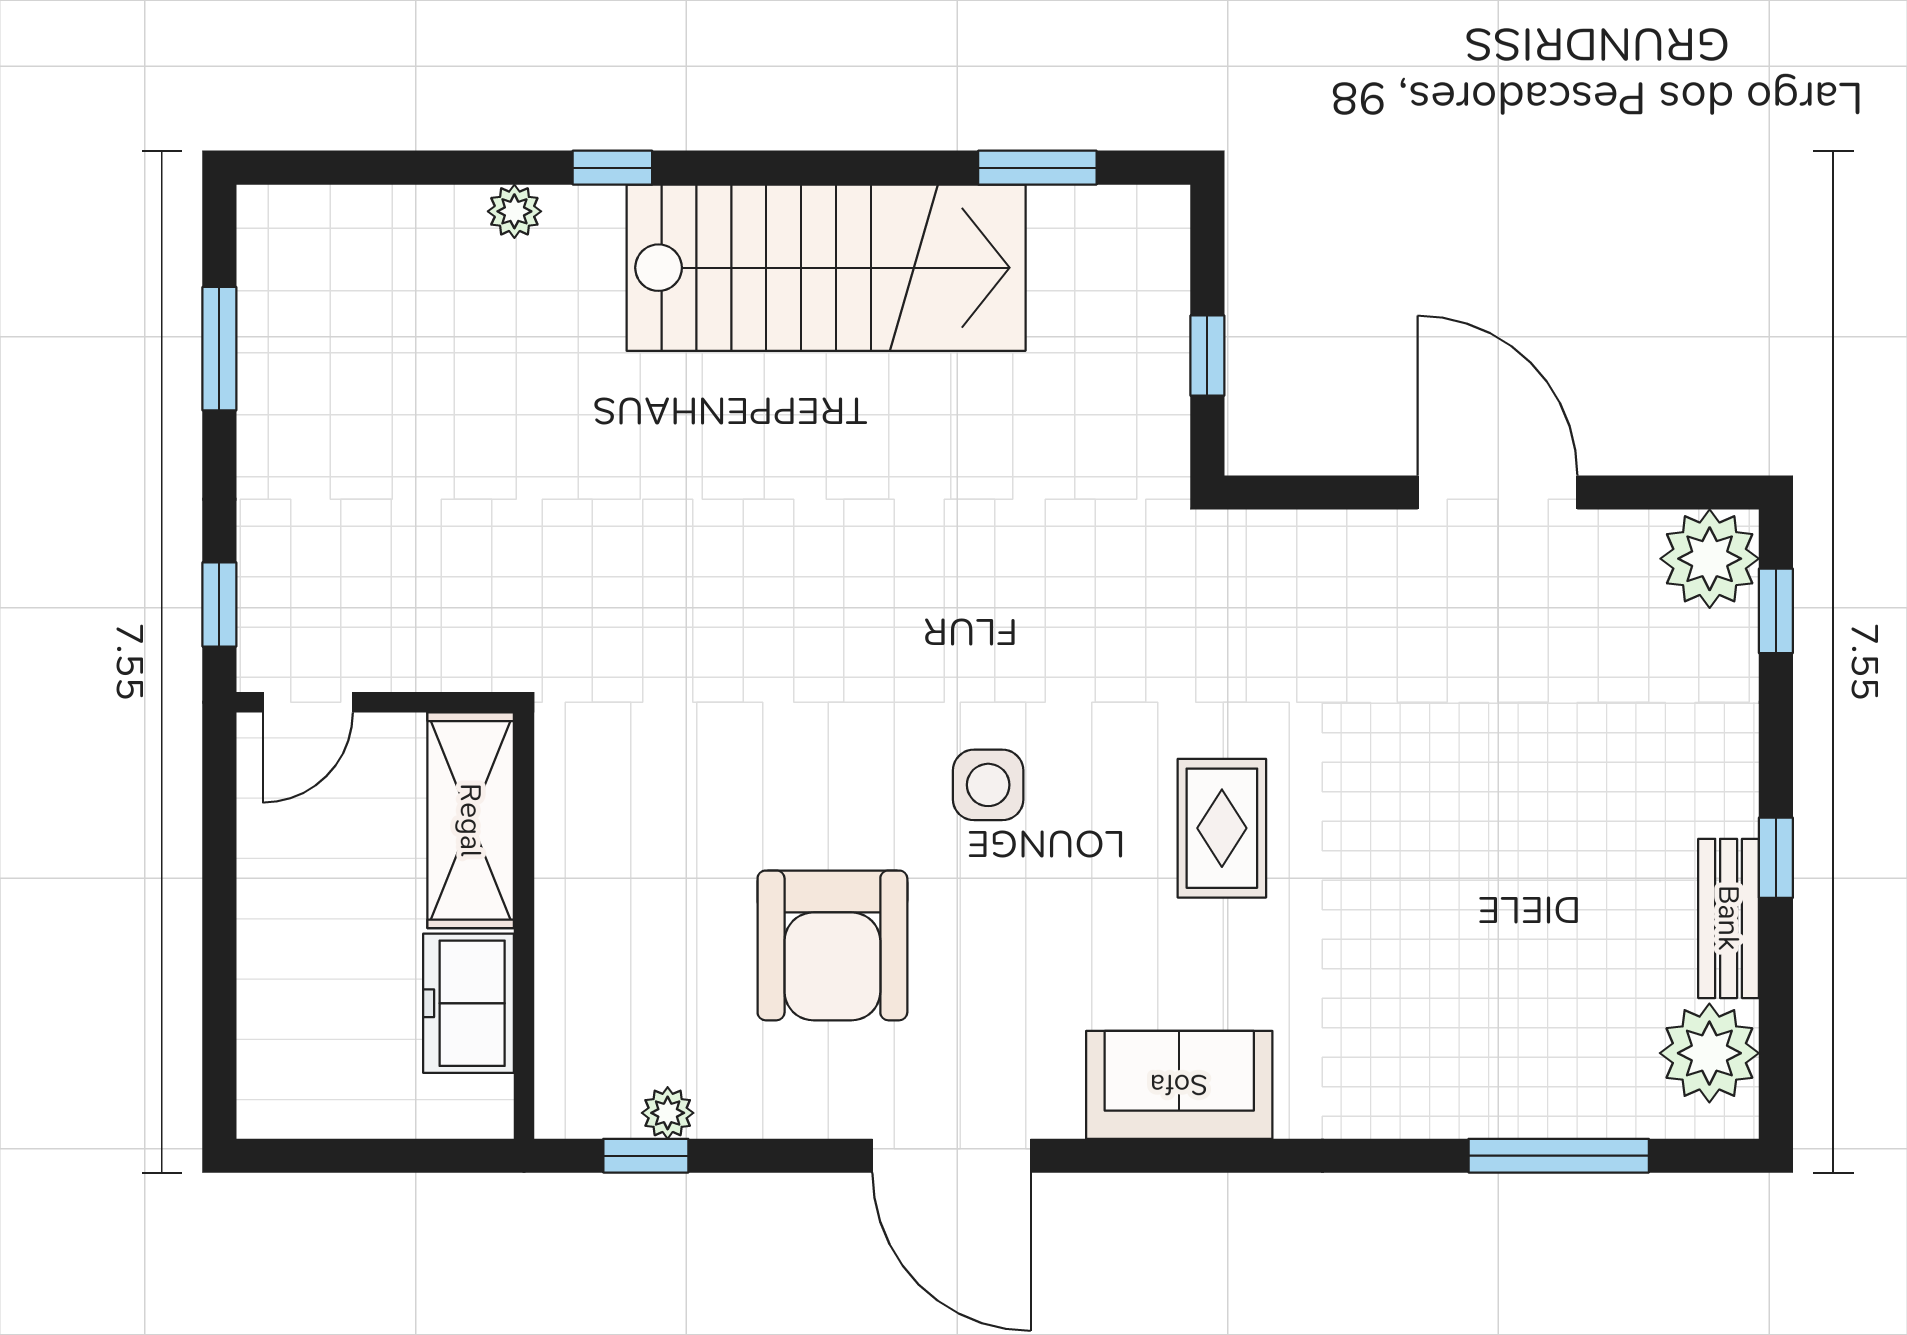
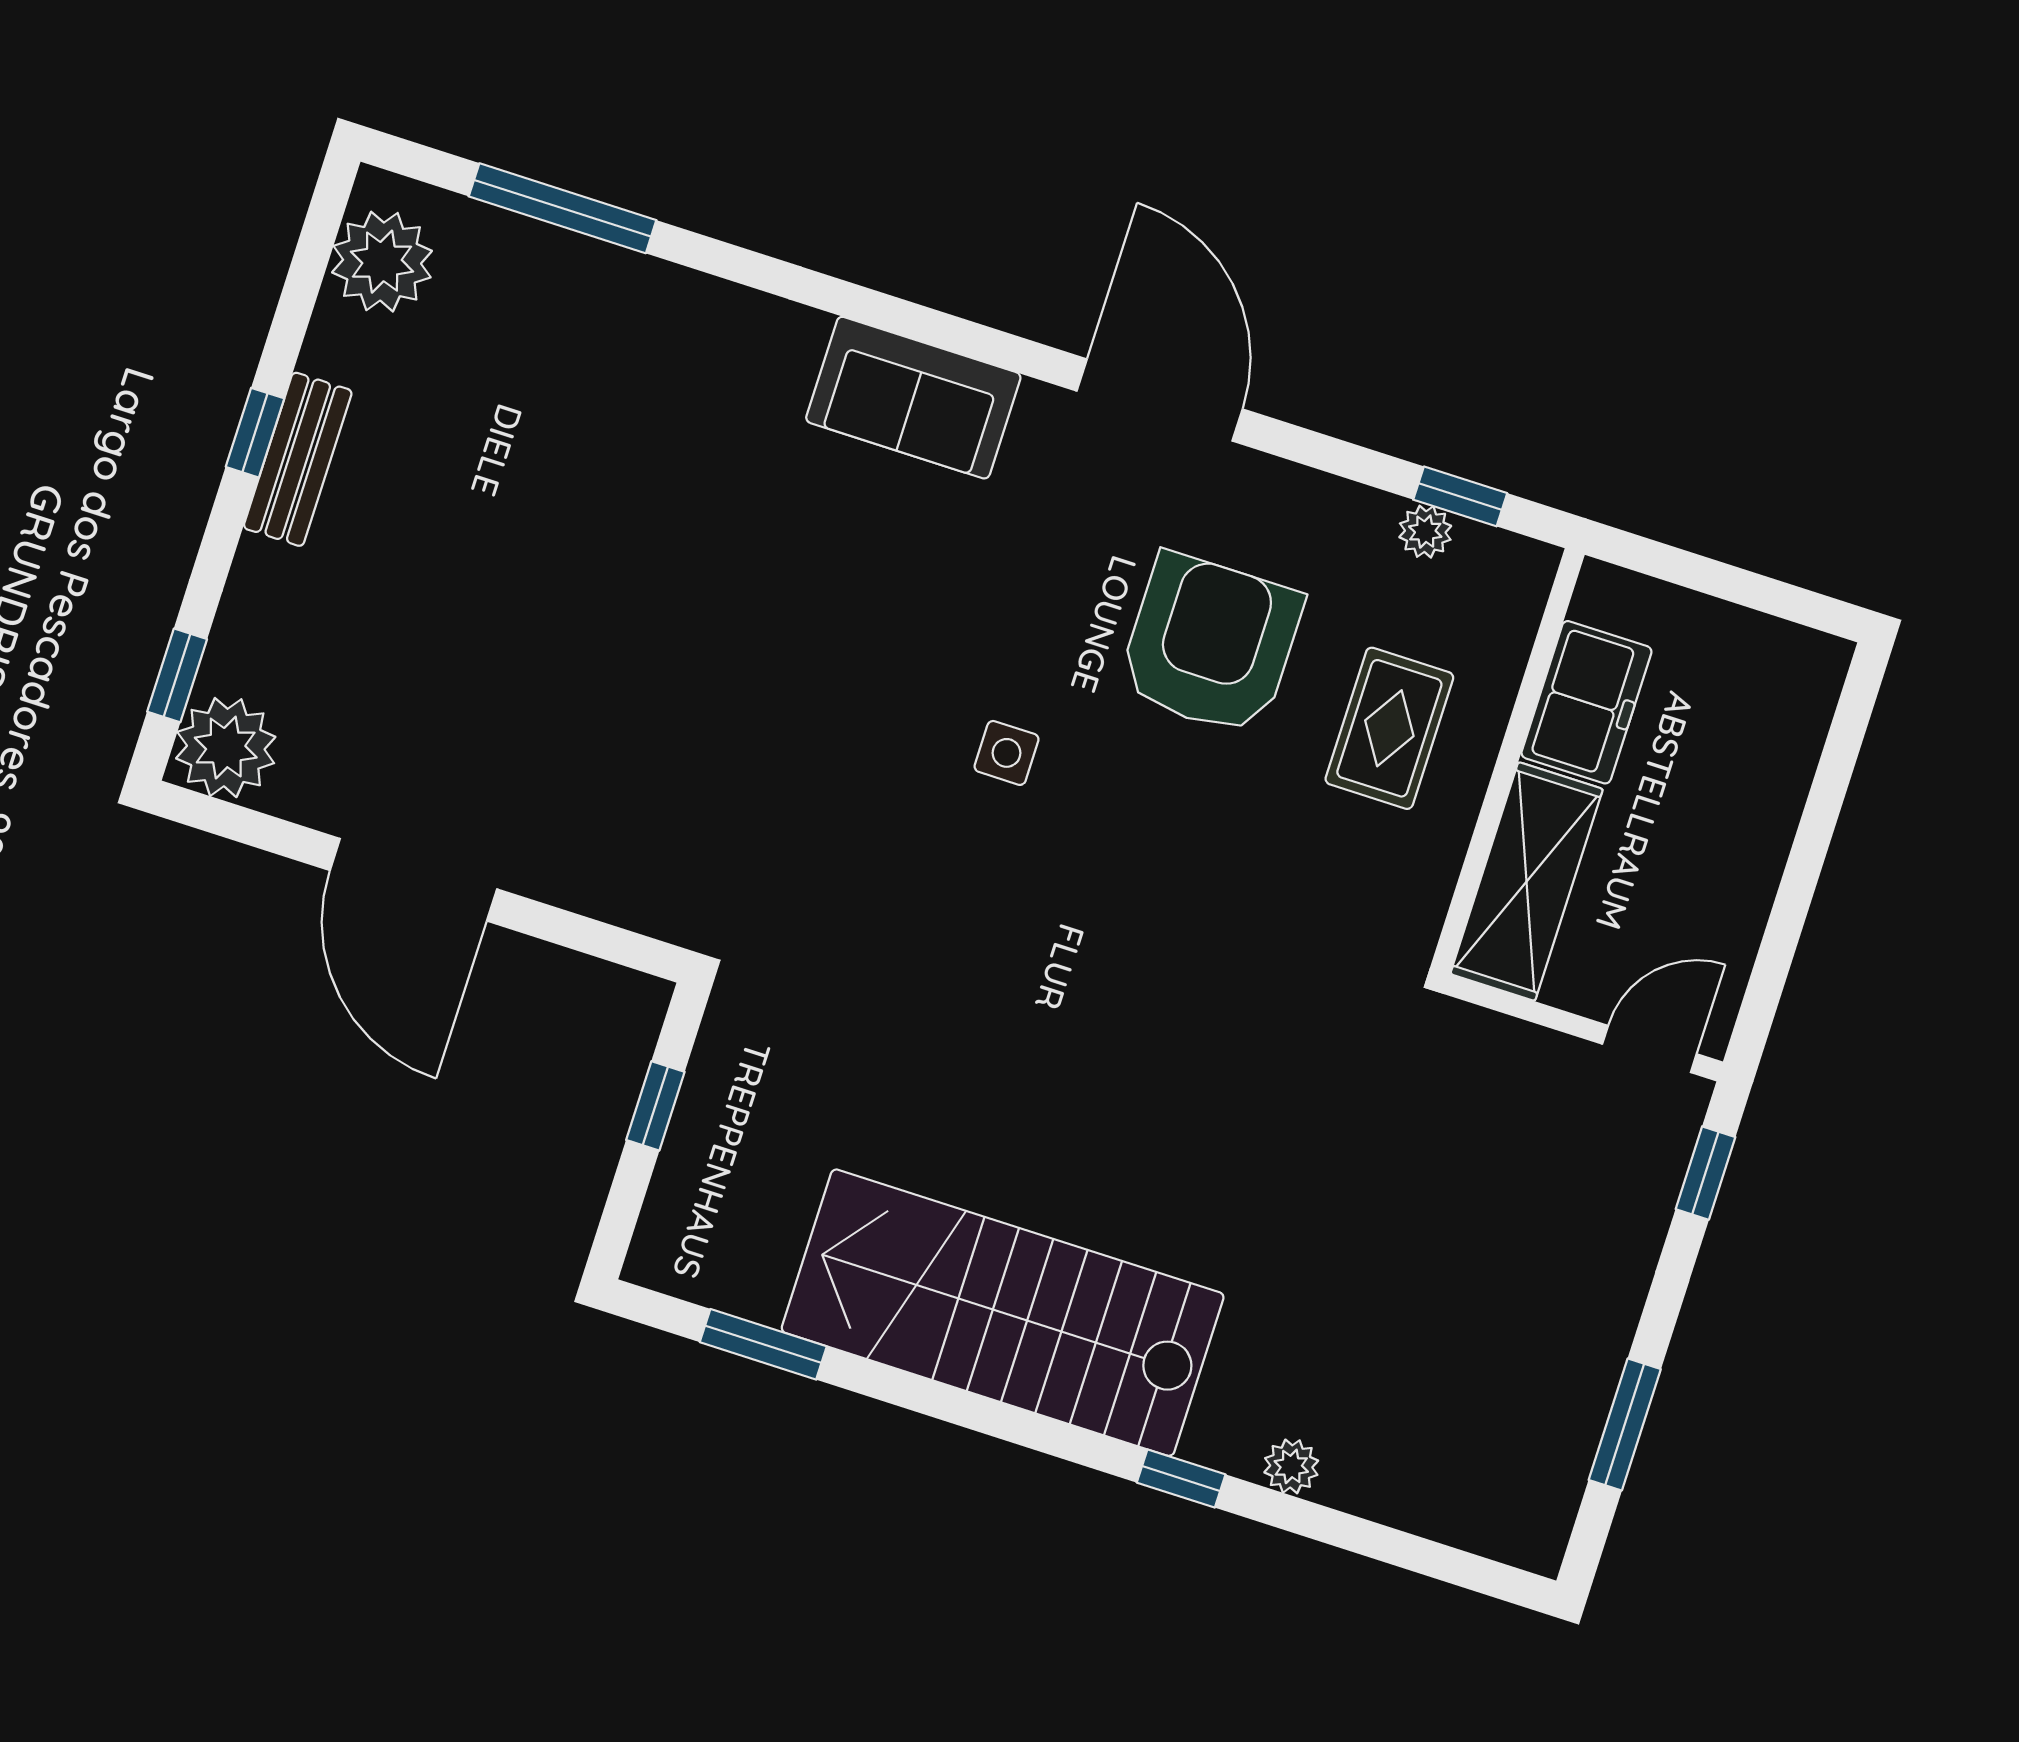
side table: (988, 785) -> (1007, 753), width x0.73, depth x0.73
rug: (1222, 828) -> (1389, 728), moved
bench: (1729, 918) -> (298, 459), moved

